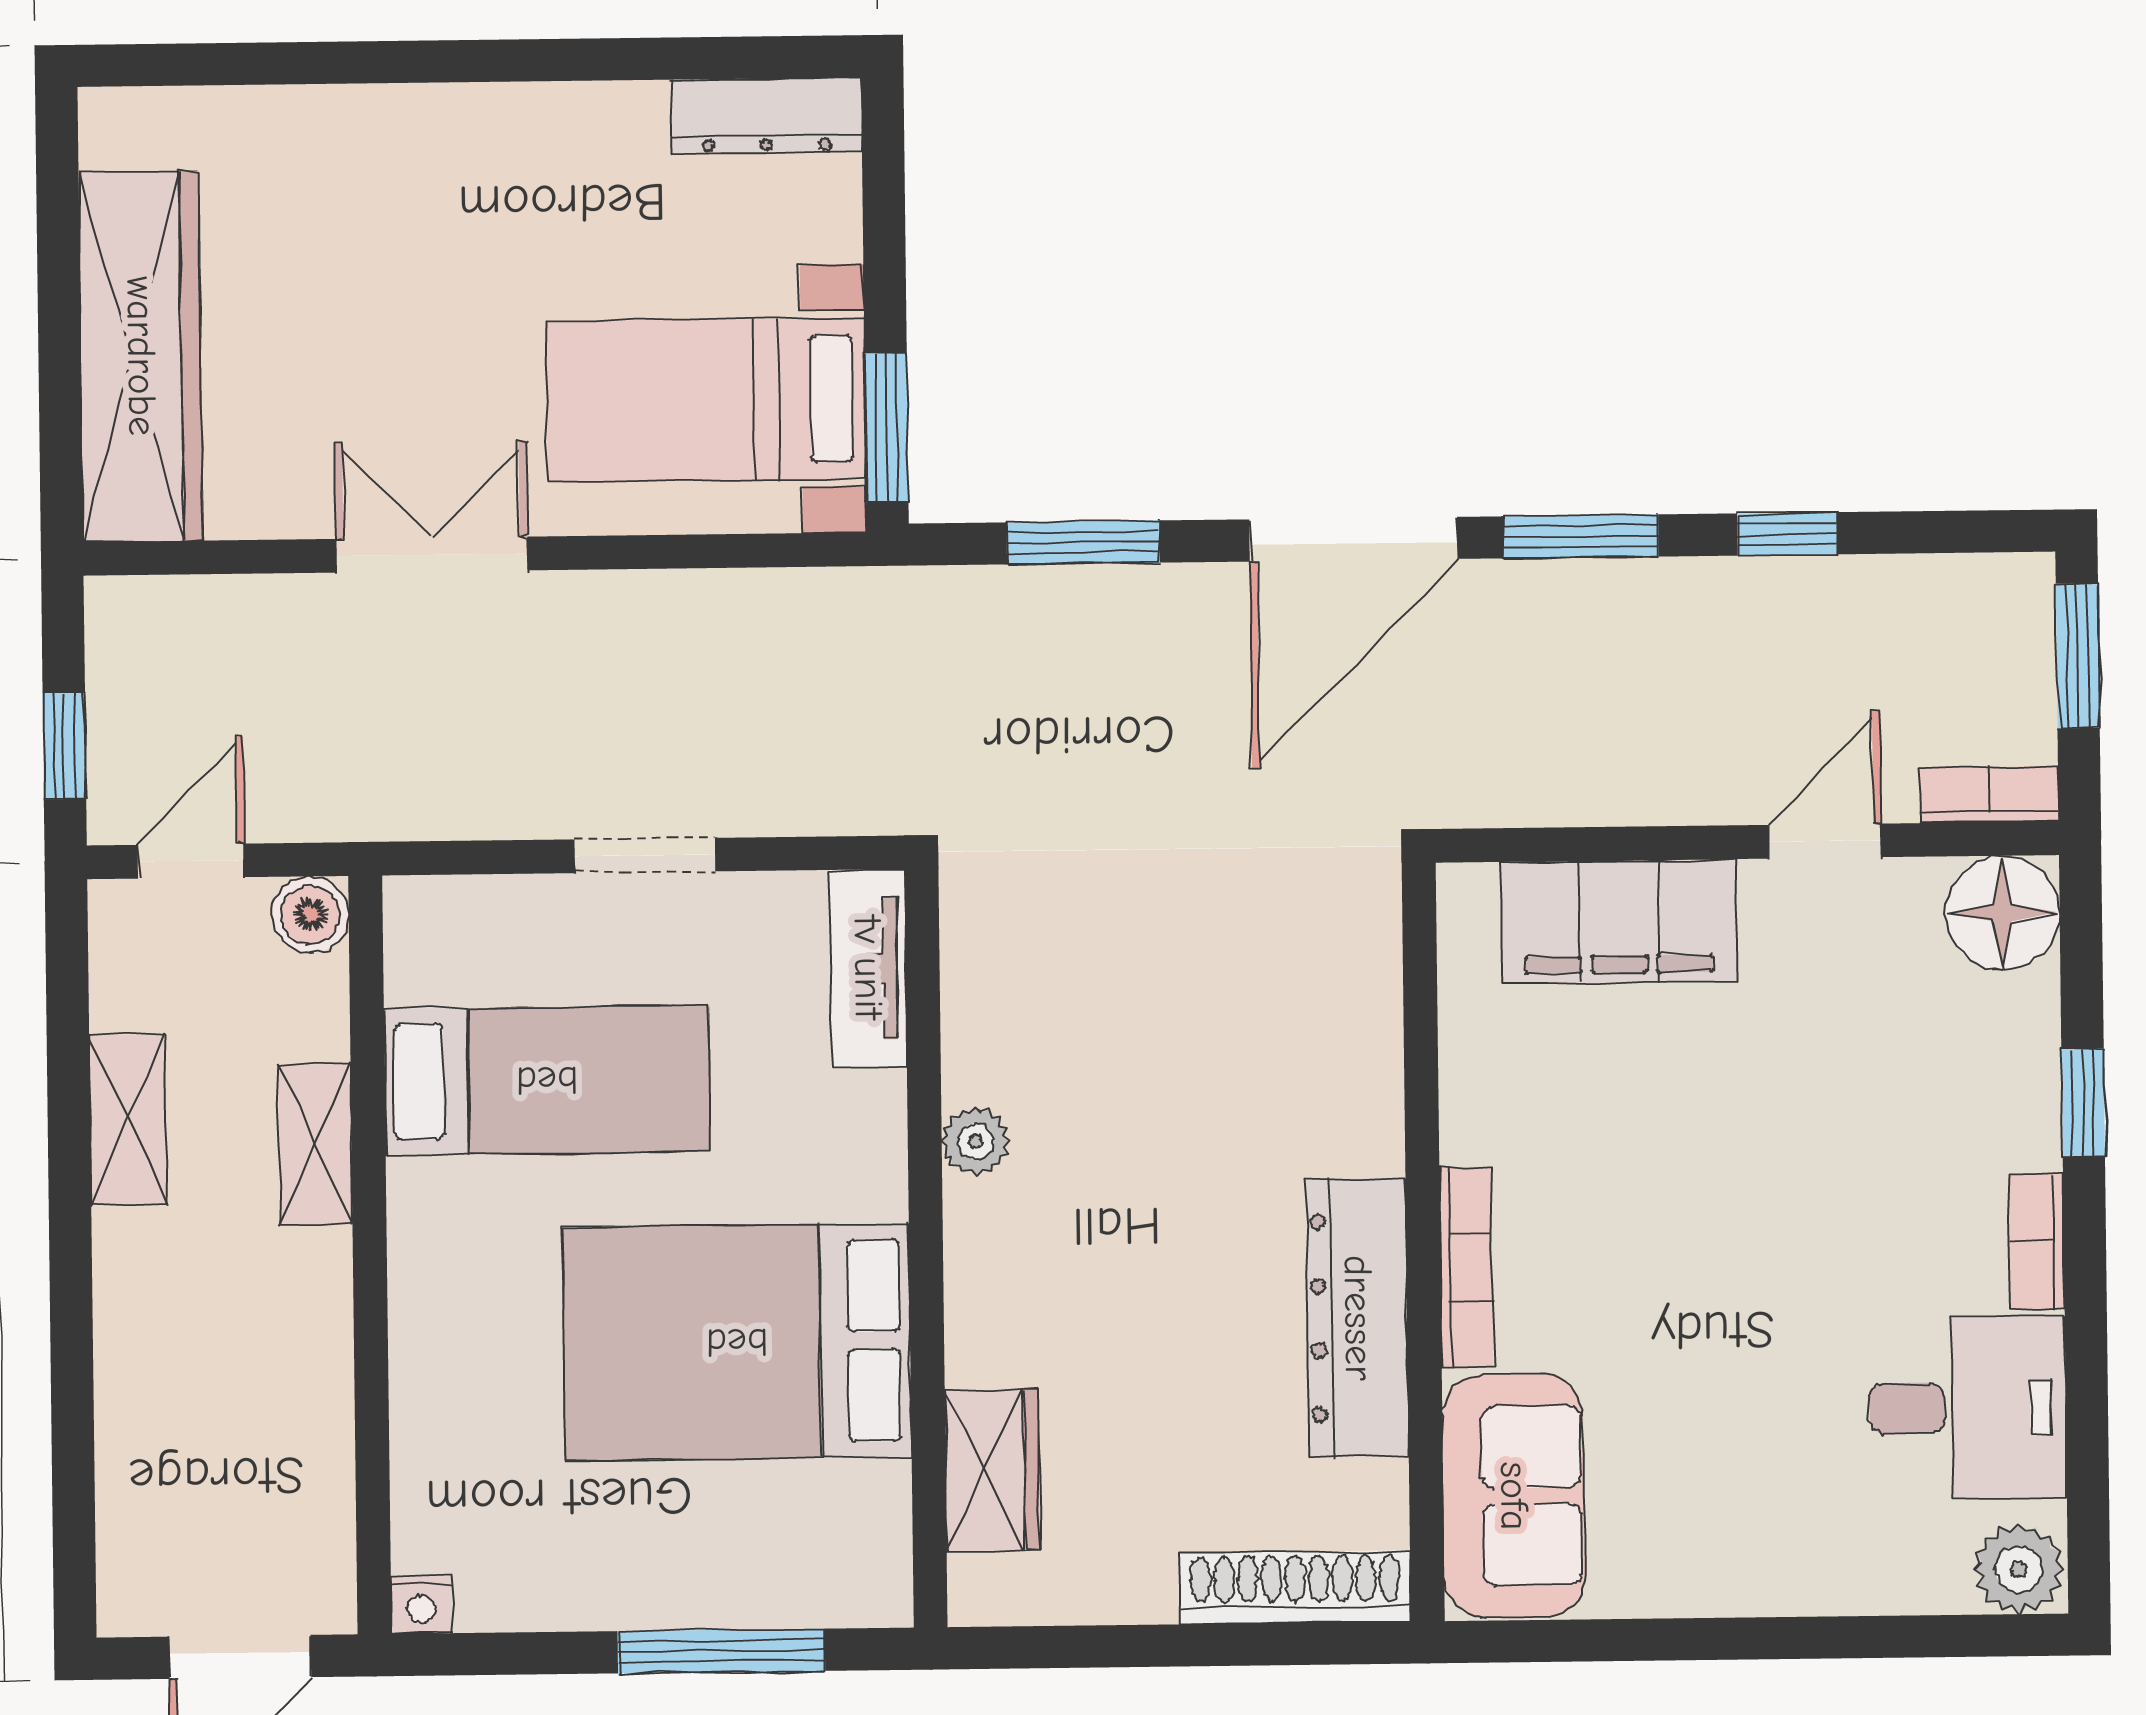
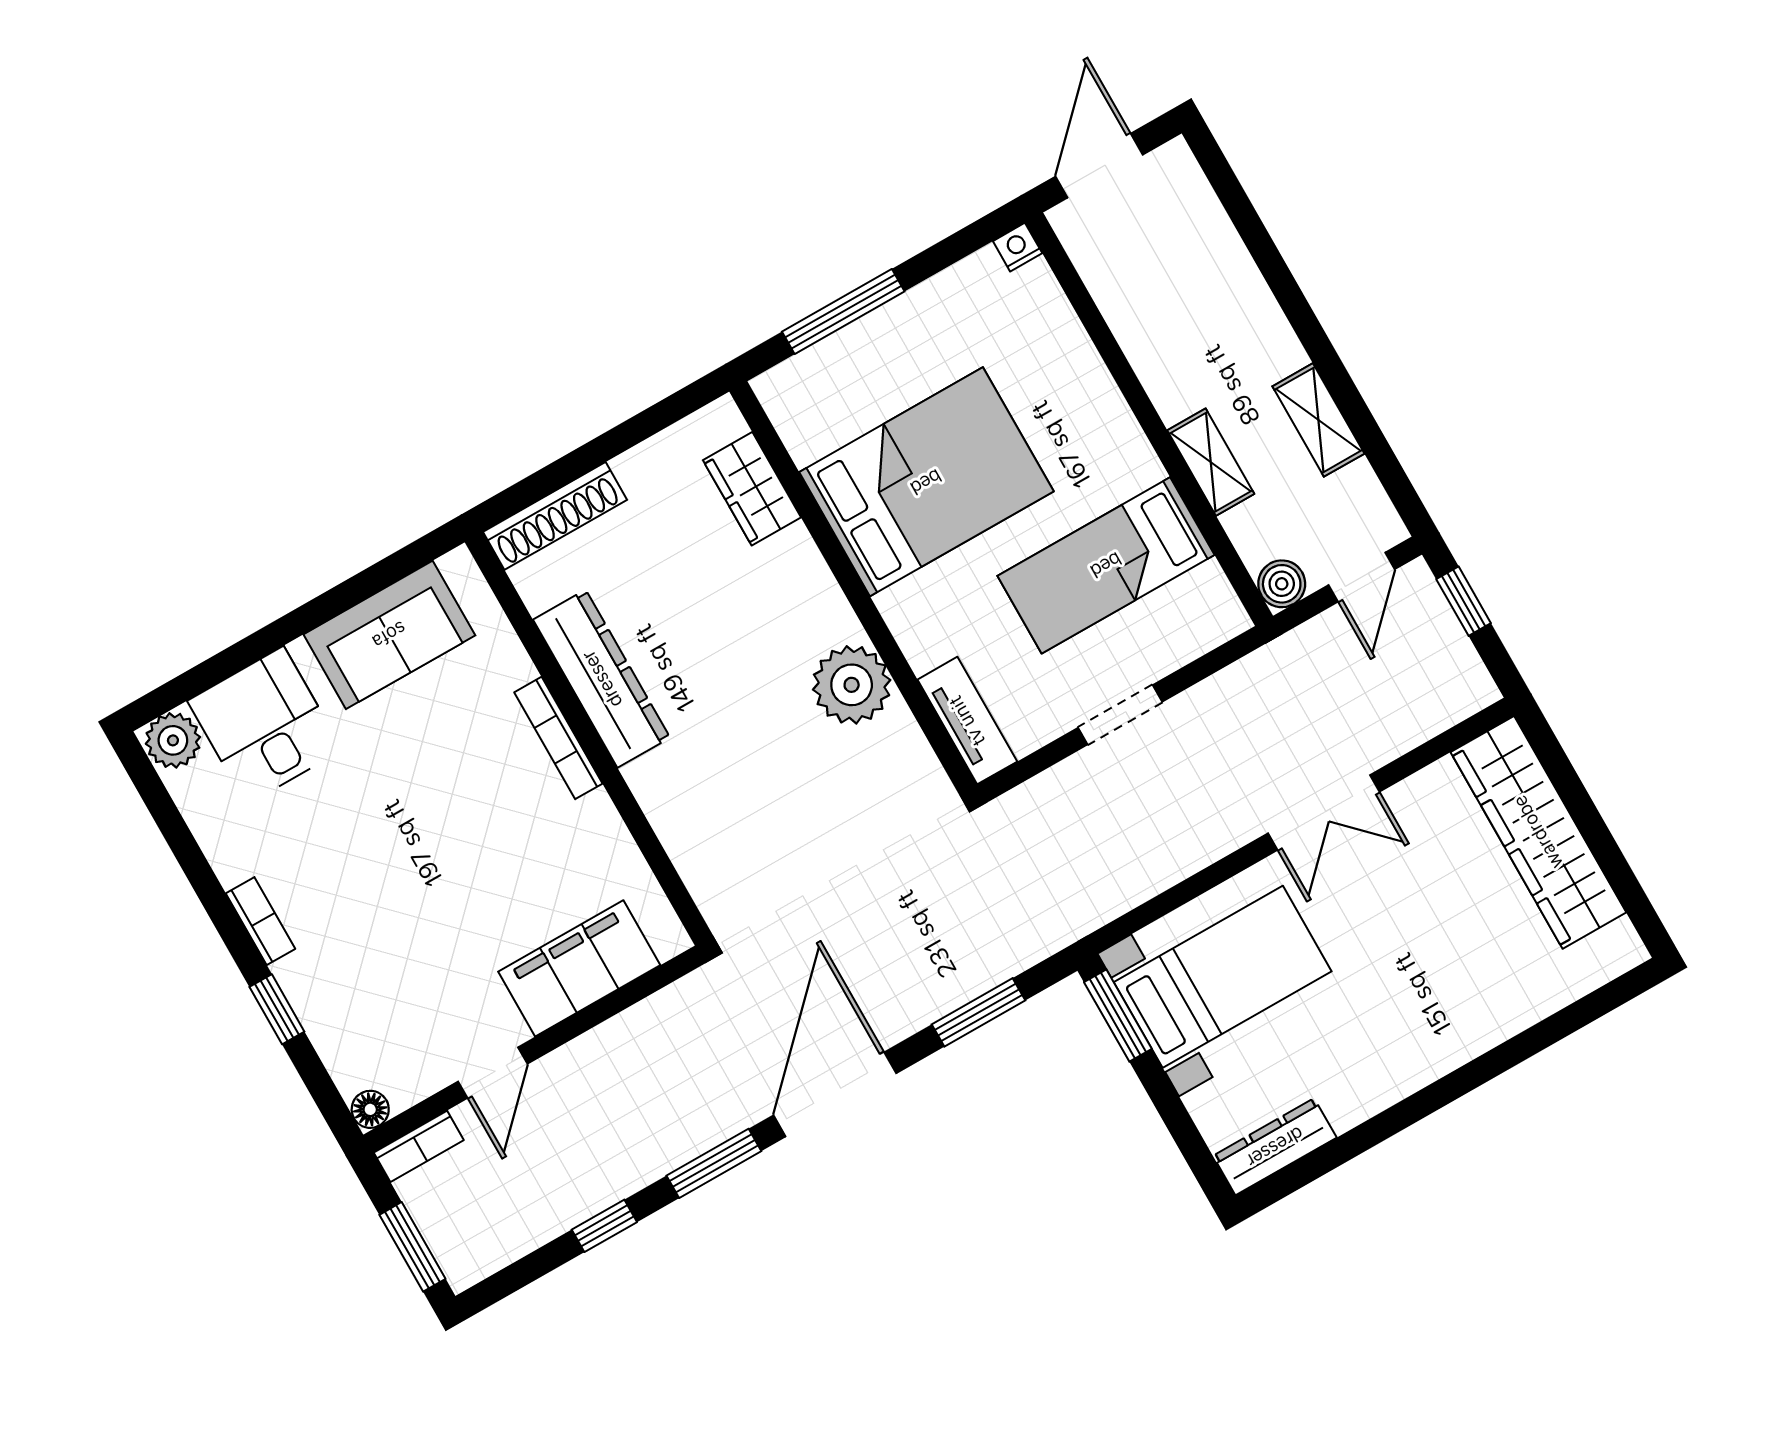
floor lamp: (2003, 913) -> (370, 1109), width x0.53, depth x0.53
plant: (976, 1141) -> (852, 685), width x1.88, depth x1.88
desk: (1968, 1408) -> (265, 725), moved, turned 90
sofa: (1514, 1496) -> (389, 635), moved, turned -90

